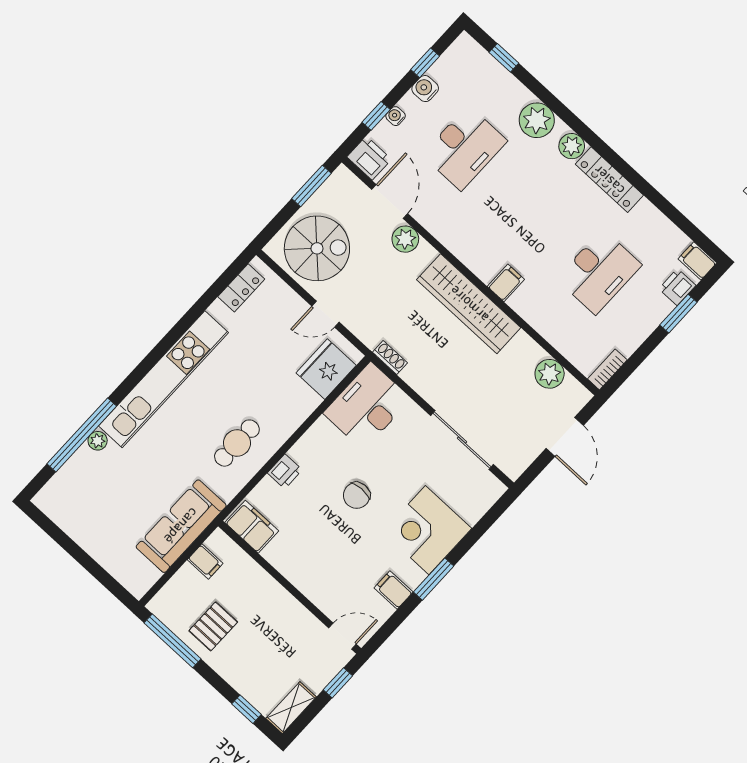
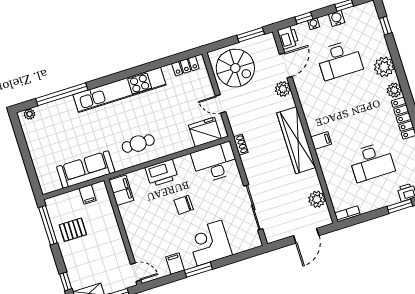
plant: (98, 441) -> (29, 114), moved
printer: (285, 471) -> (162, 173), width x1.87, depth x1.48

